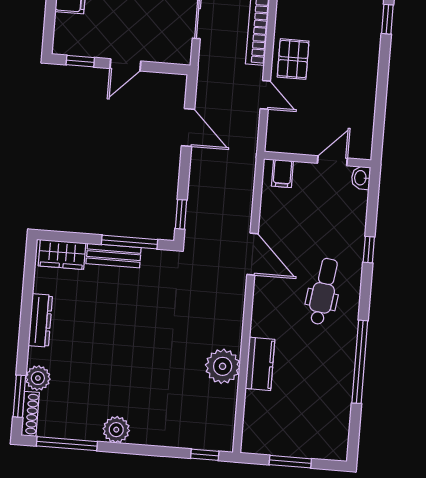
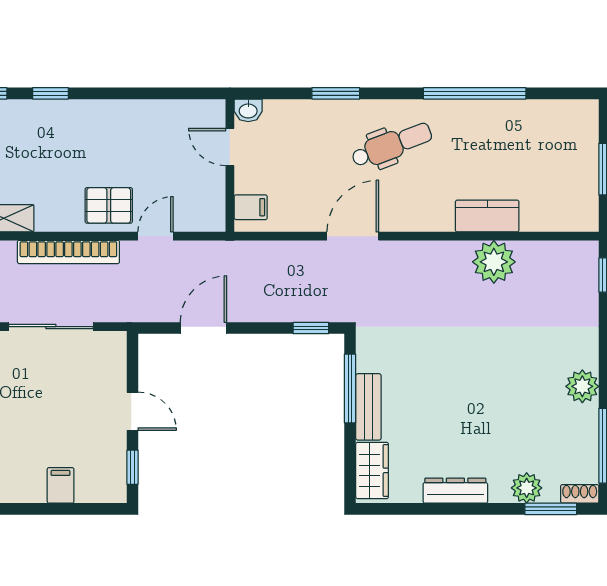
window: (369, 250) -> (336, 93), width x1.50
dental chair: (323, 291) -> (392, 145), turned 151
shoe rack: (30, 414) -> (580, 494), width x0.70

